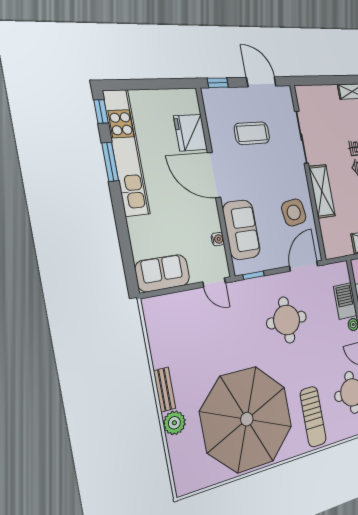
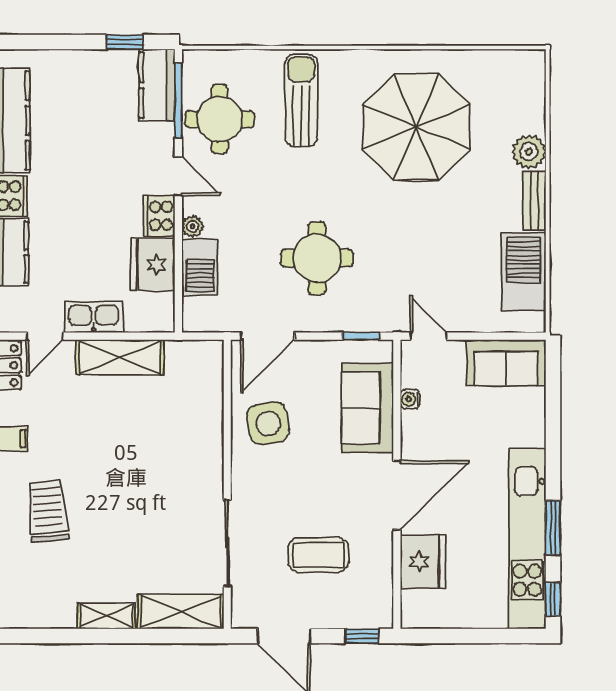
door: (214, 175) -> (397, 495), hinge flipped
shelving: (322, 191) -> (181, 612), moved, turned 90
barbecue: (163, 338) -> (523, 271), added
parasol: (247, 419) -> (416, 127), width x0.73, depth x0.73

